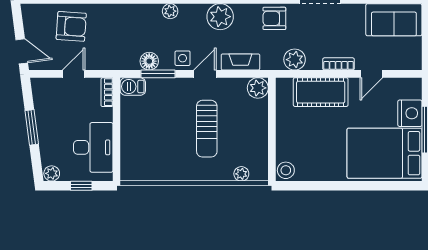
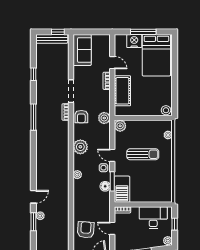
plant: (295, 60) -> (104, 118), moved
fireplace: (240, 62) -> (106, 135), removed
barbecue: (133, 87) -> (122, 189), width x1.88, depth x1.53

